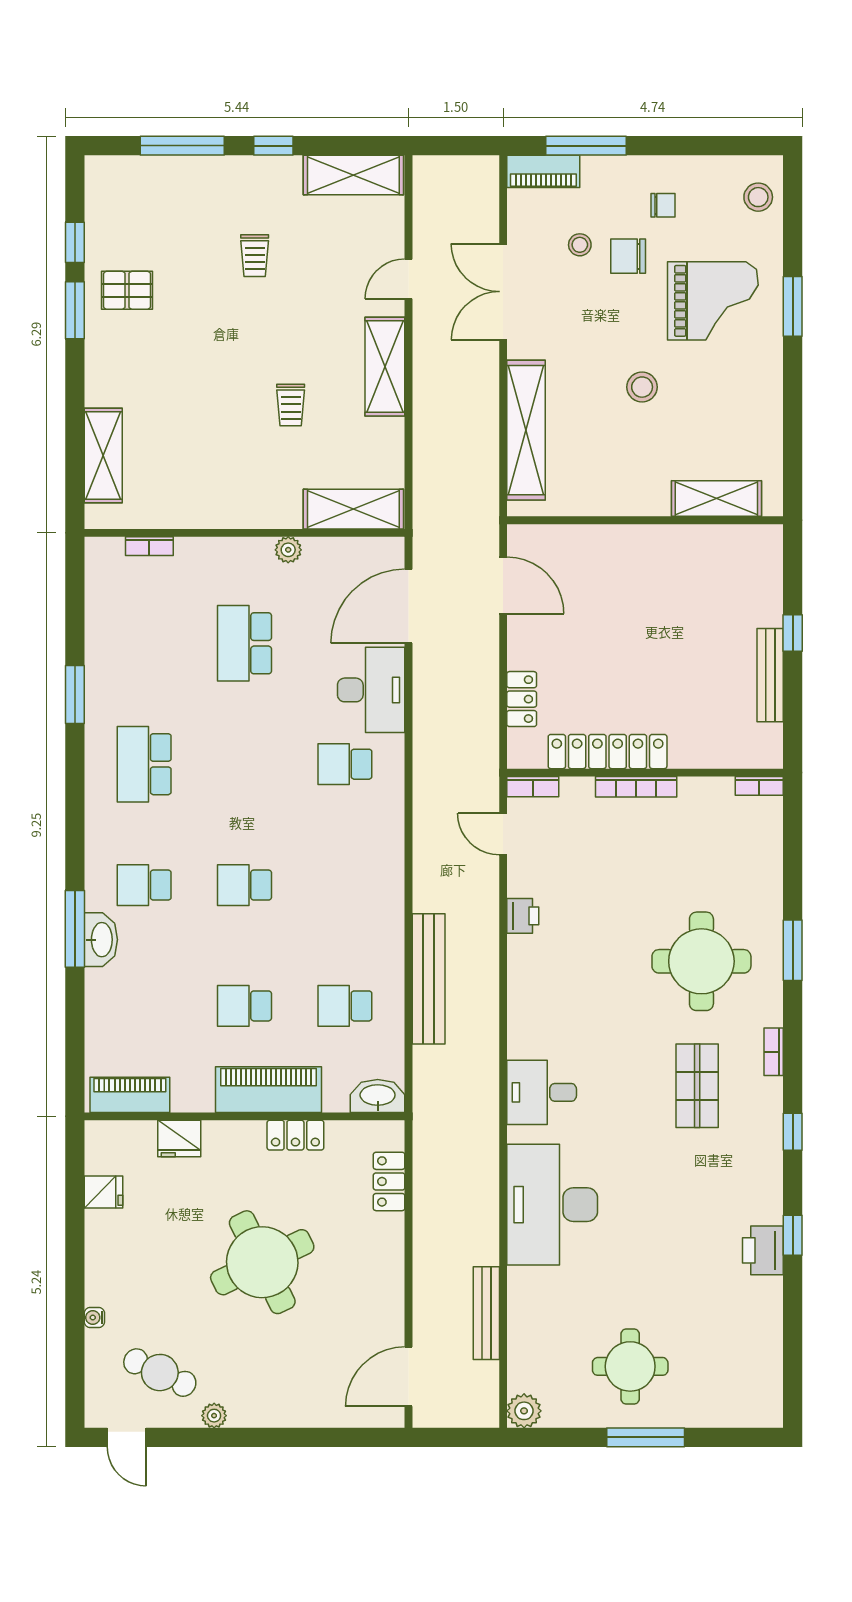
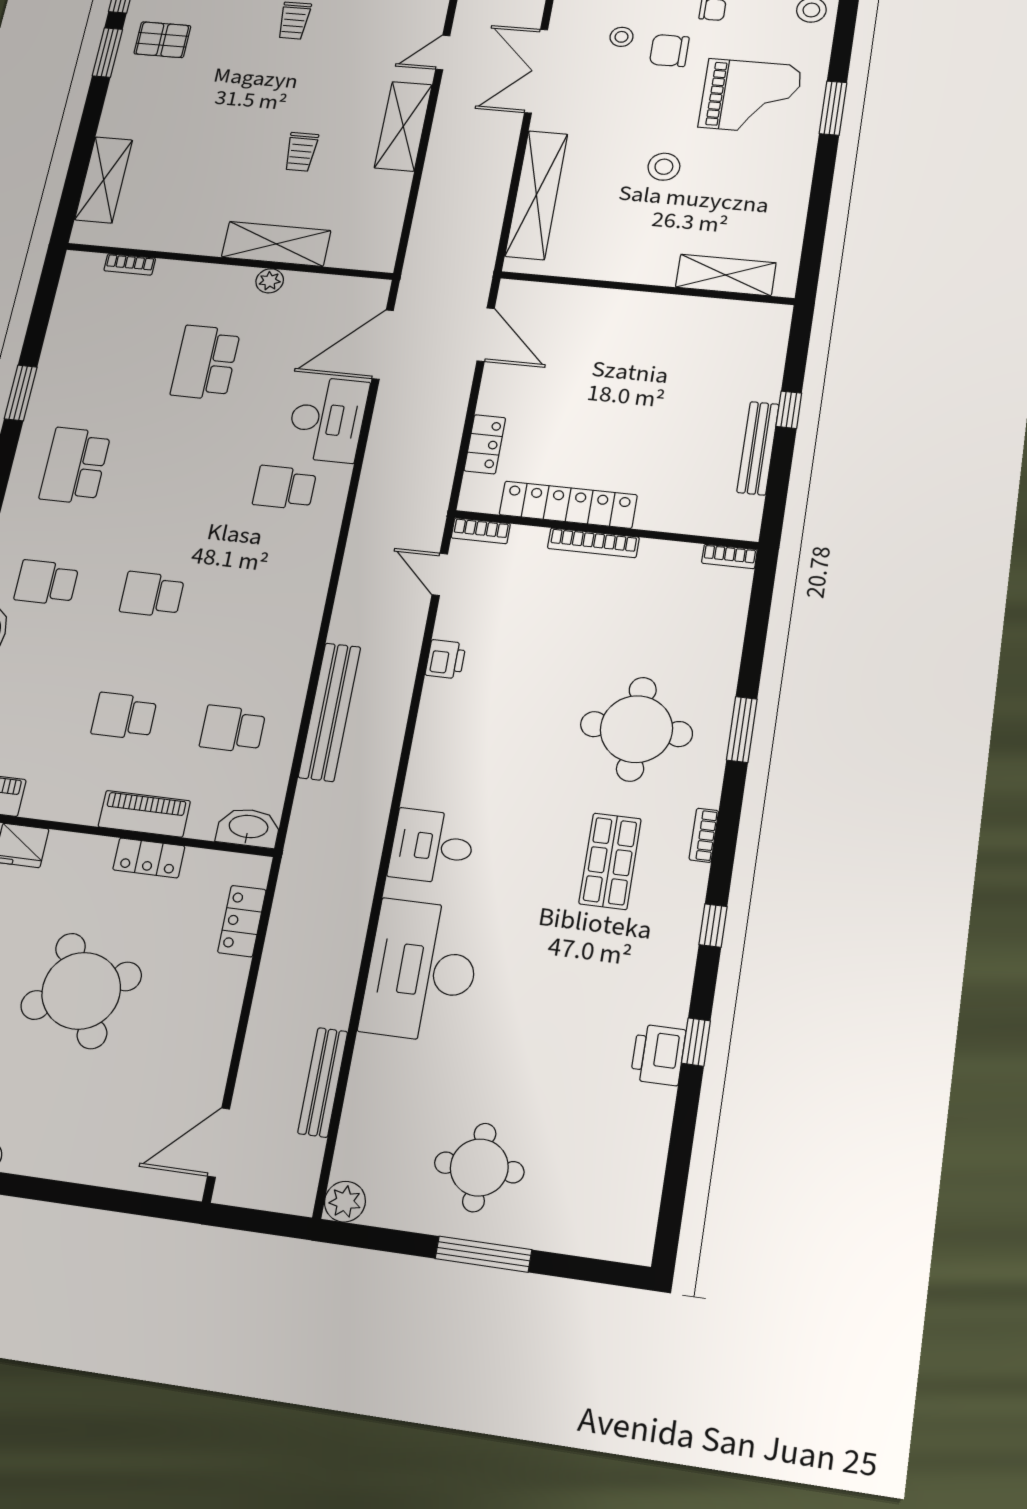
shelving: (353, 509) -> (276, 244), moved
piano: (268, 1090) -> (144, 814), width x0.73, depth x0.75

